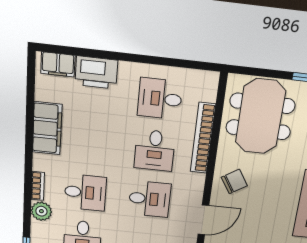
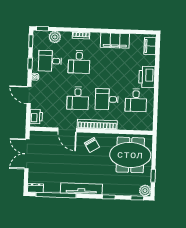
printer: (96, 72) -> (147, 77), moved
desk: (160, 99) -> (136, 100), turned 180
bookcase: (203, 138) -> (97, 124), moved
plant: (41, 211) -> (55, 37), moved

